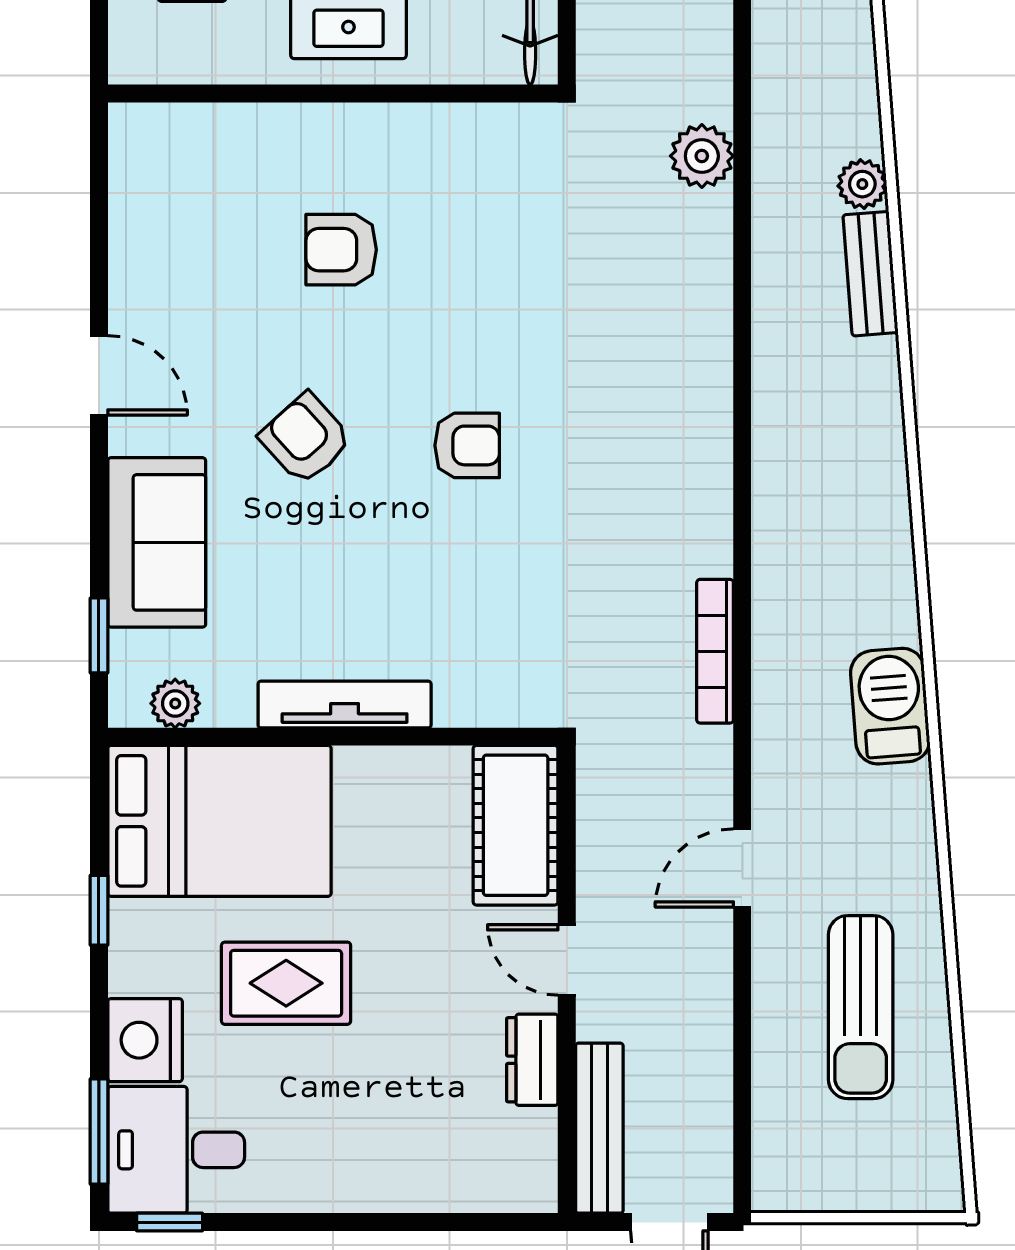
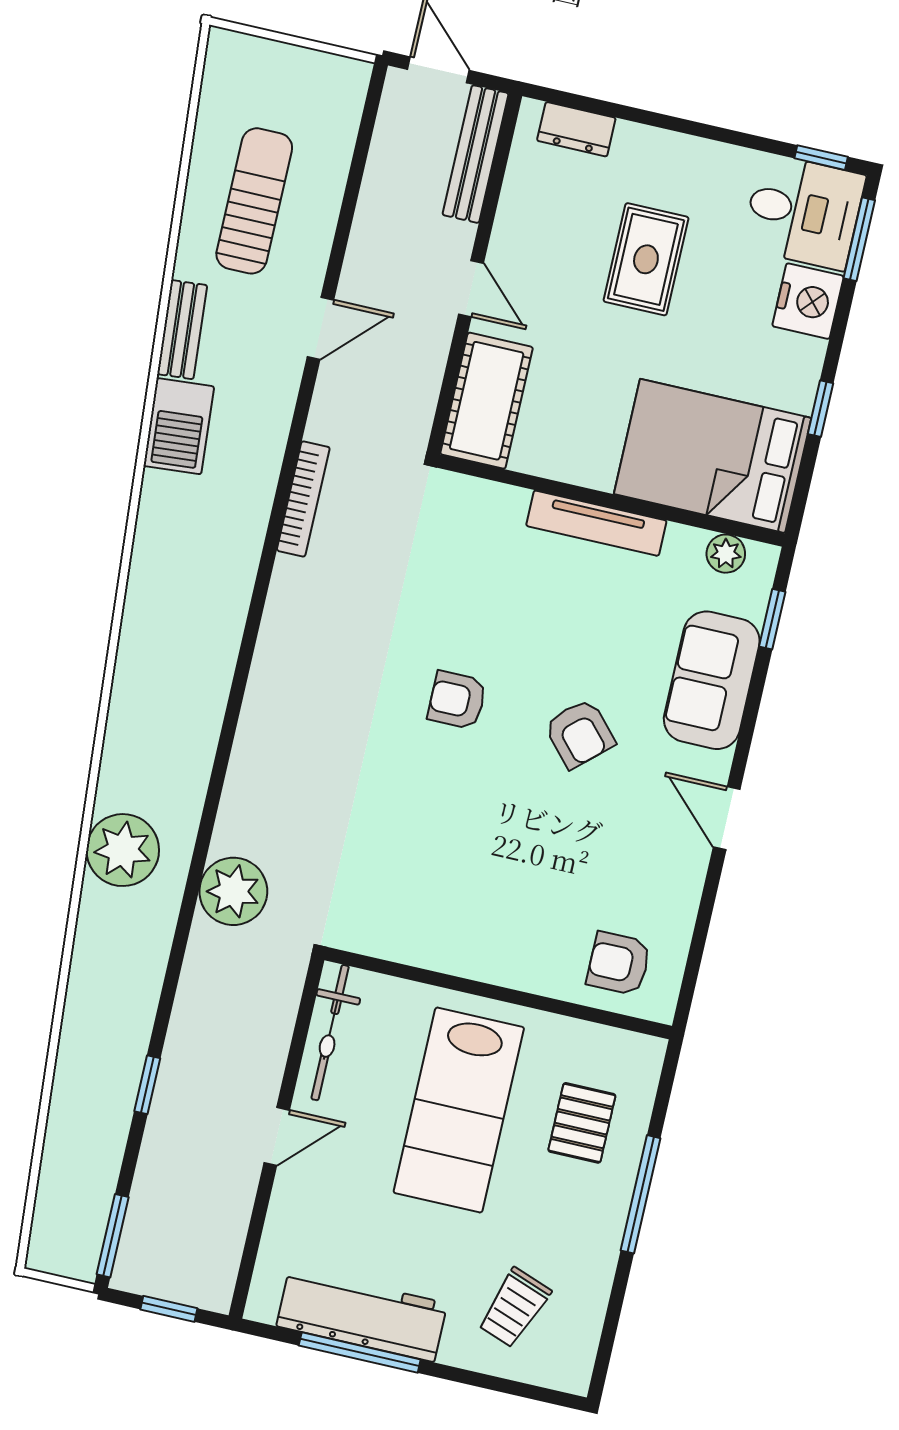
plant: (702, 156) -> (233, 891), width x1.36, depth x1.36
plant: (862, 184) -> (123, 850), width x1.88, depth x1.88
armchair: (341, 250) -> (619, 963), moved, turned 180
bench: (871, 274) -> (182, 330), moved
rug: (286, 983) -> (646, 259), moved, turned 90
dresser: (532, 1060) -> (576, 129), moved, turned 90

